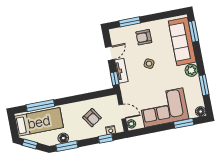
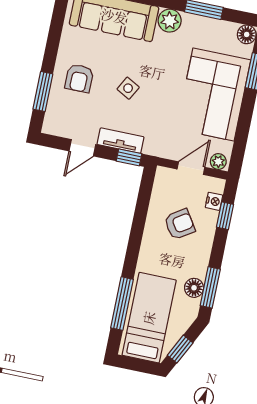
door: (110, 53) -> (82, 148), swing flipped

